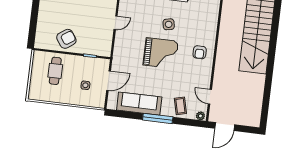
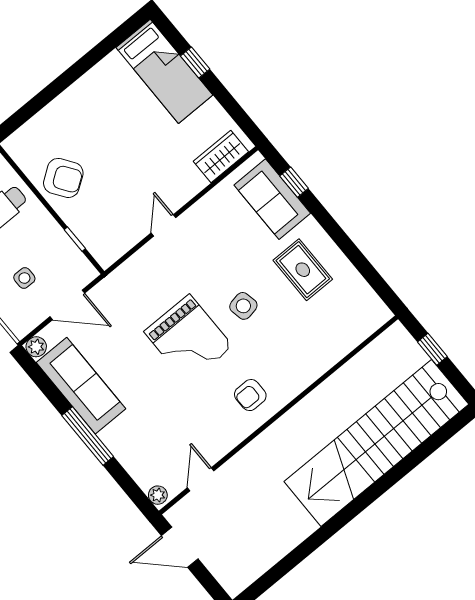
door: (116, 23) -> (163, 225), swing flipped
plant: (112, 105) -> (36, 347), added
coffee table: (180, 106) -> (141, 450), removed

